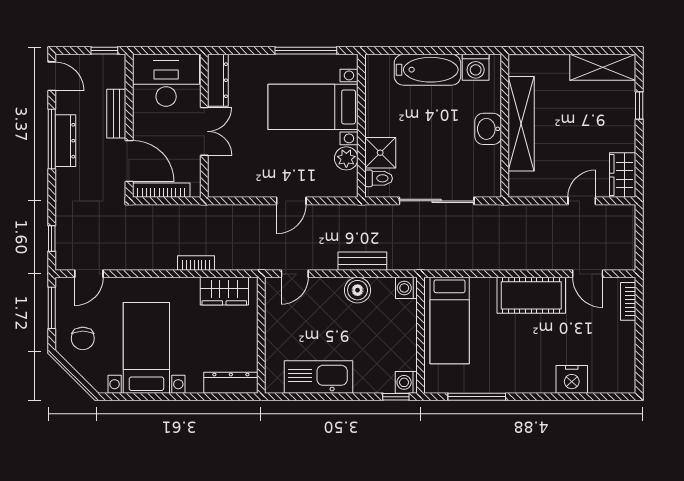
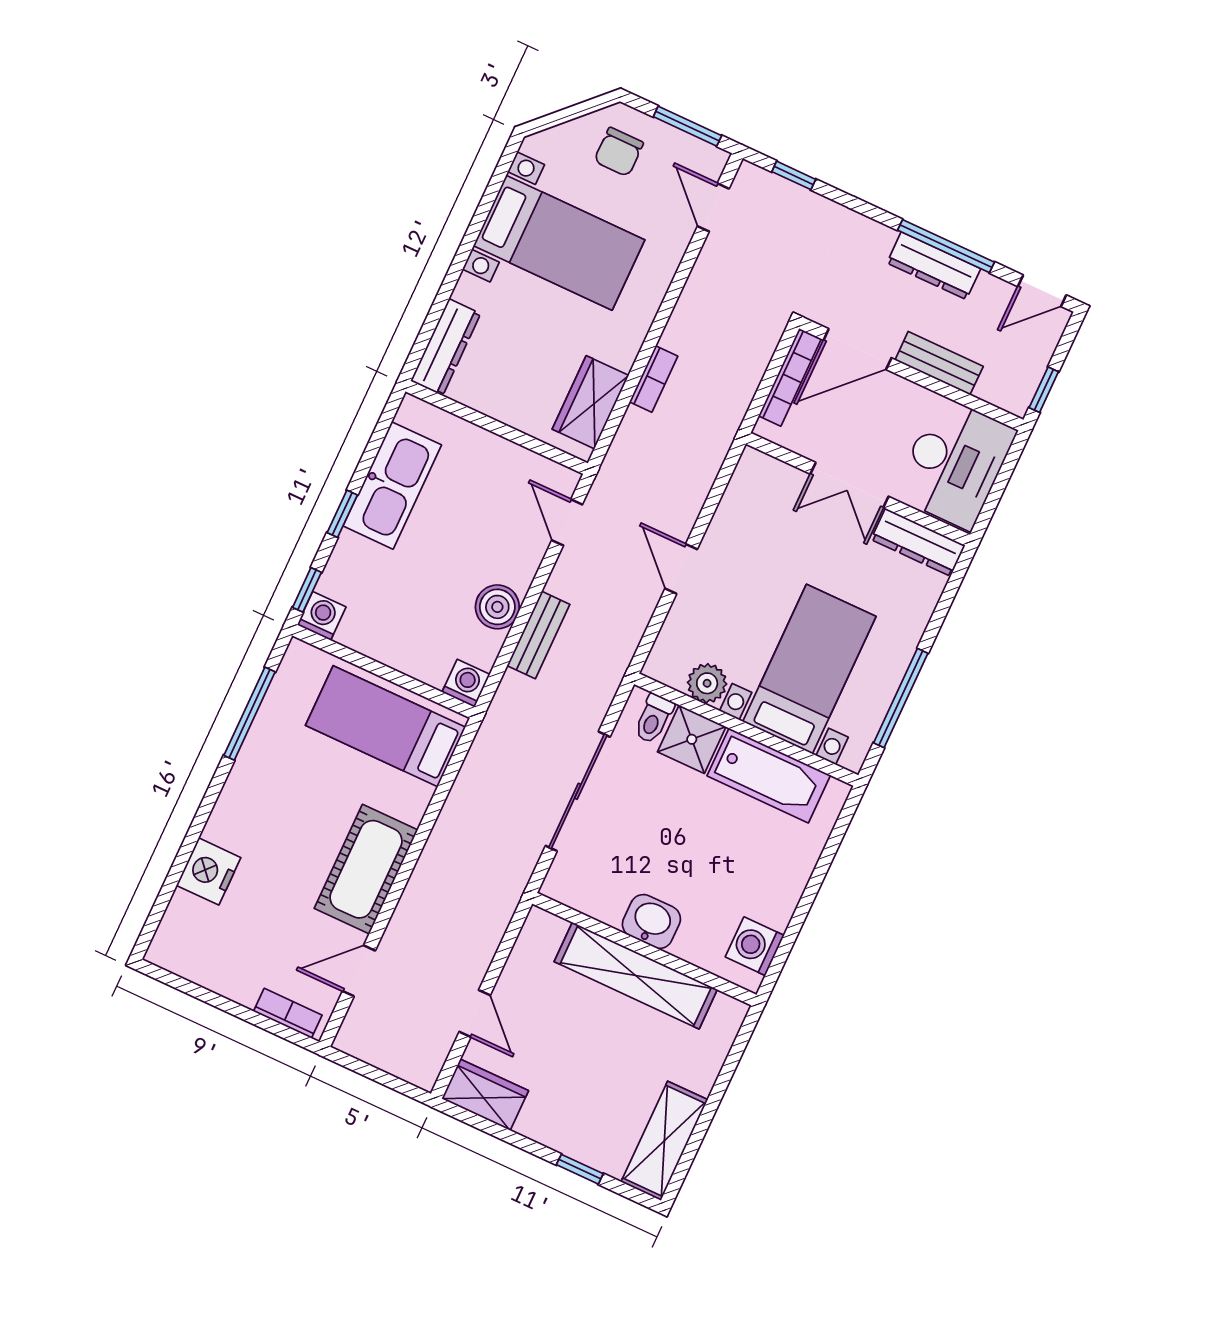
bathtub: (427, 70) -> (769, 775), moved, turned -90
chair: (83, 338) -> (619, 152), turned -90
window: (346, 397) -> (342, 514), added

